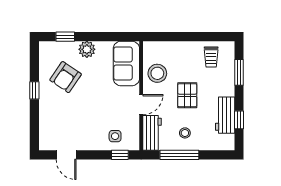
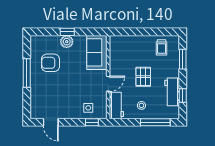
window: (65, 37) -> (67, 32), moved
stool: (157, 73) -> (120, 60), removed
armchair: (66, 77) -> (50, 63), turned 56
window: (34, 90) -> (27, 73), width x2.17
window: (179, 155) -> (155, 122), moved

